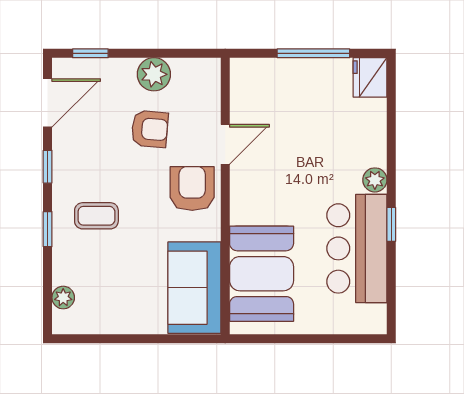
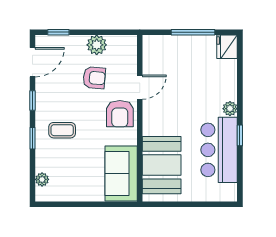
armchair: (192, 189) -> (120, 114), turned 180

